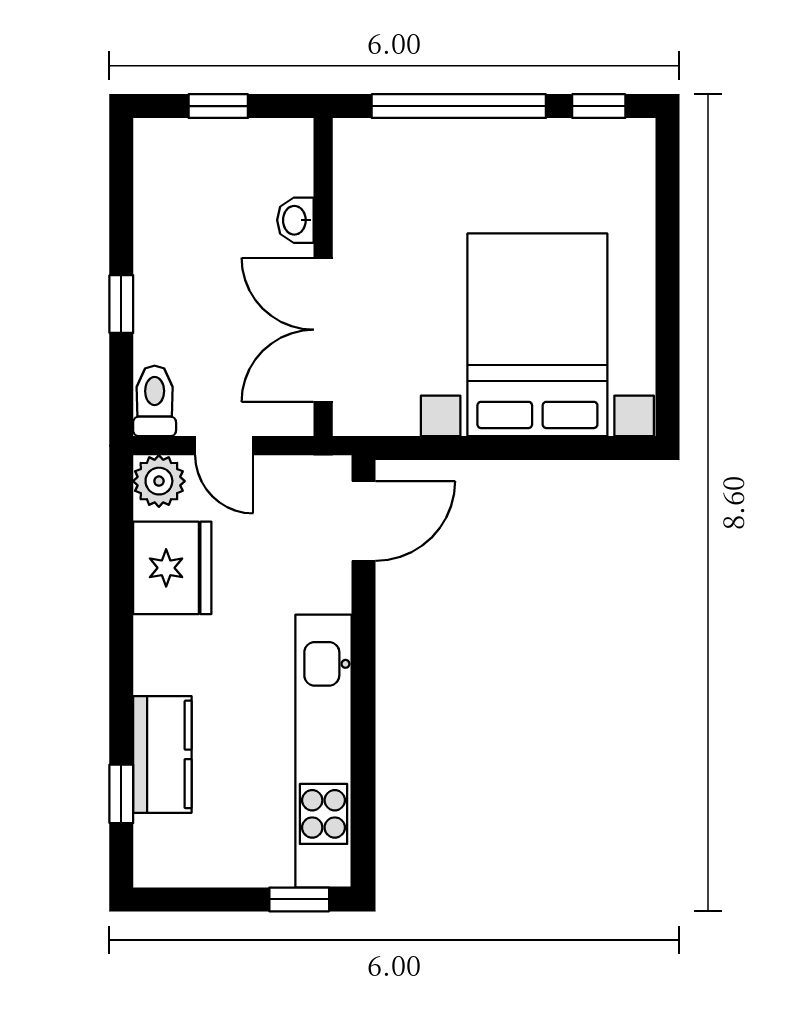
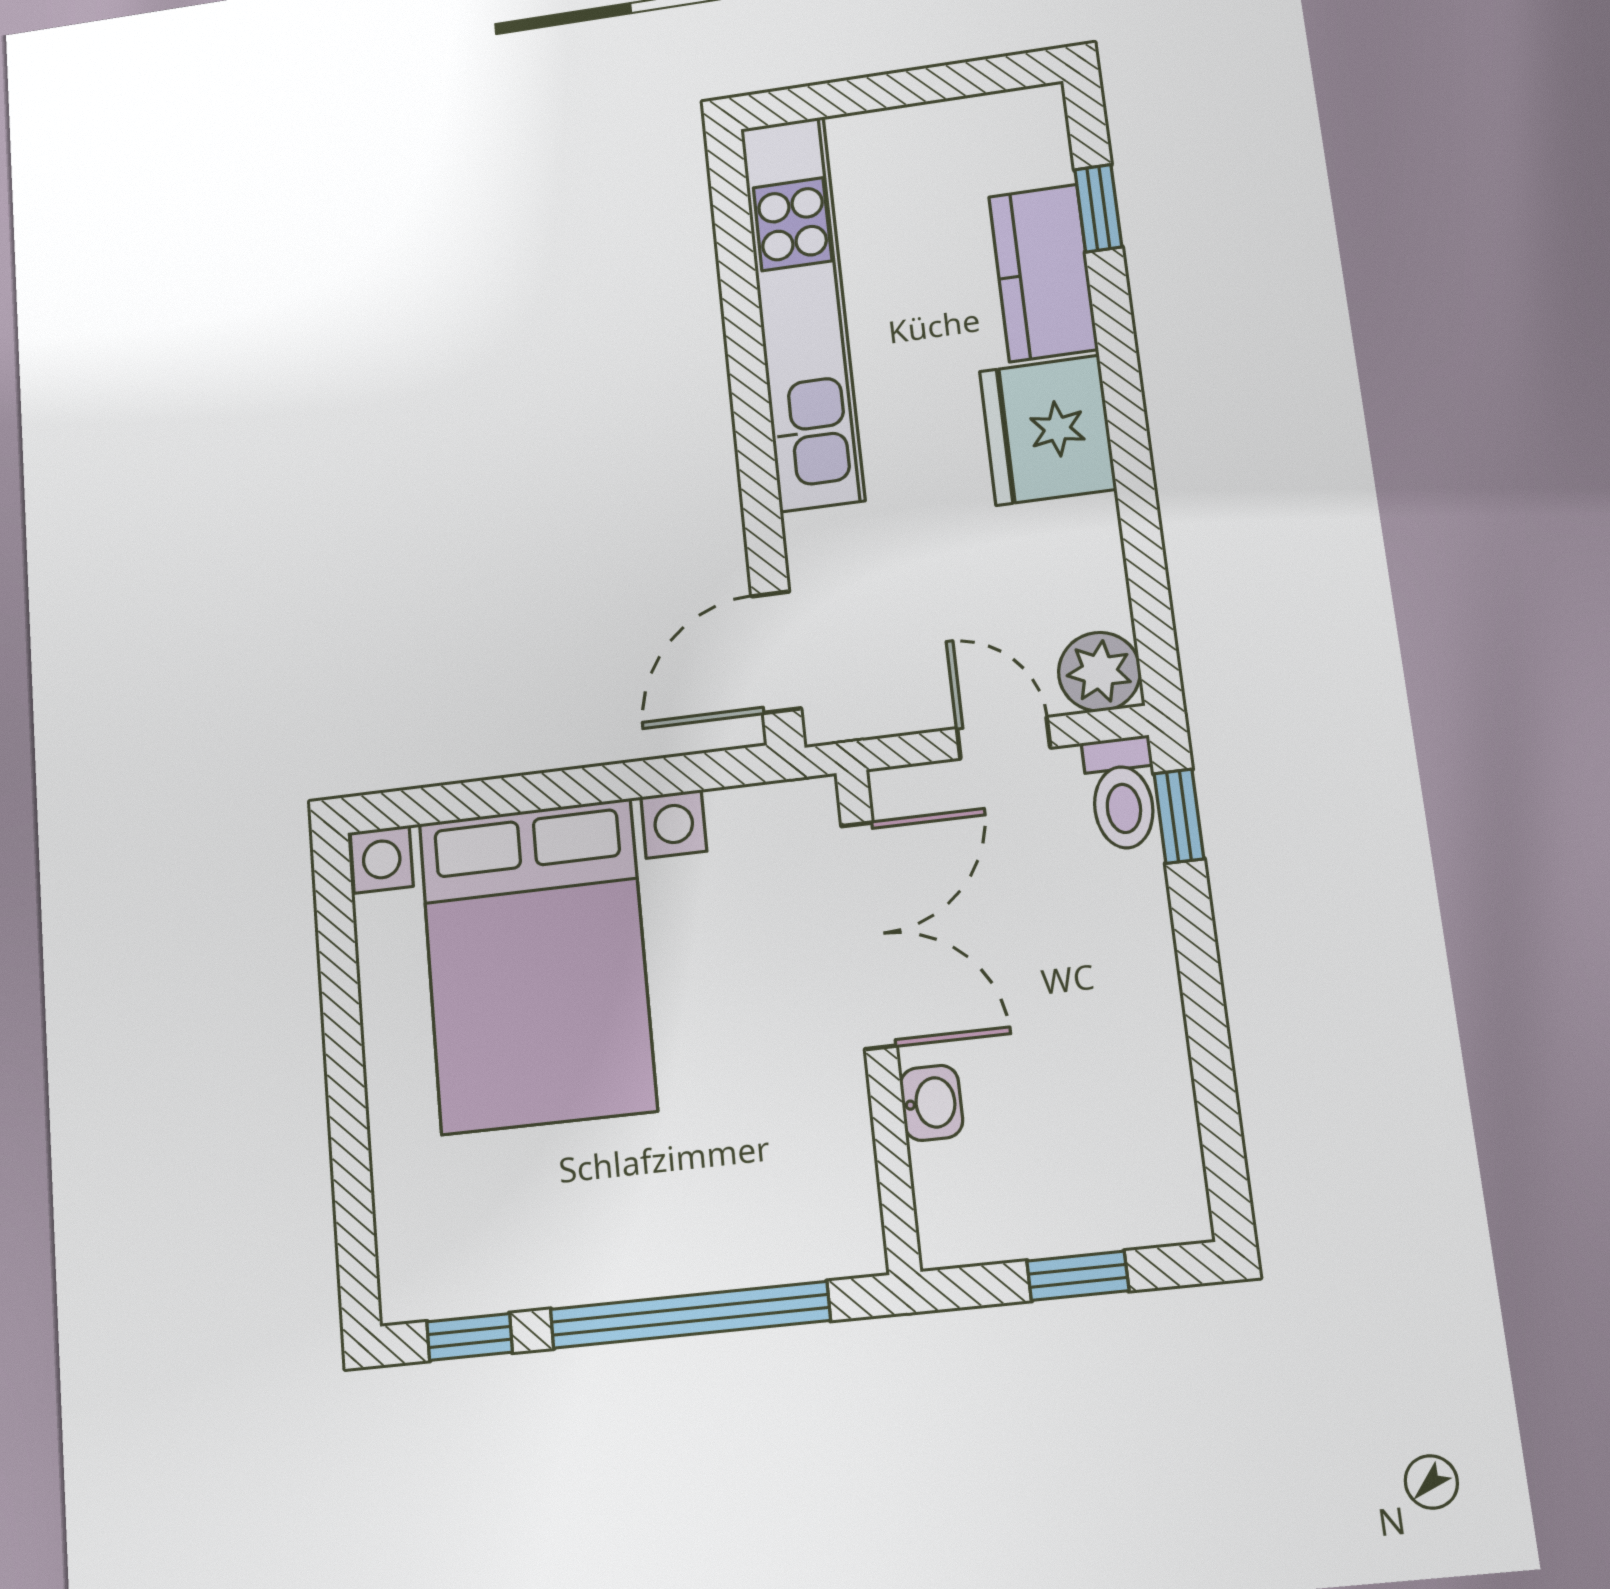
window: (121, 304) -> (1179, 816), moved
fridge: (172, 568) -> (1048, 430), moved
window: (299, 899) -> (816, 102), removed

